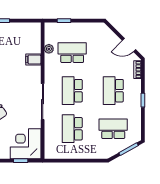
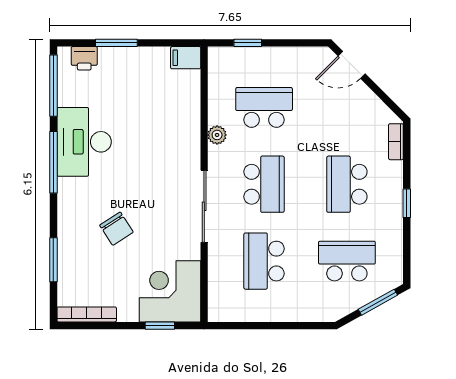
door: (129, 45) -> (352, 65), moved
plant: (49, 49) -> (217, 135), moved
filing cabinet: (33, 59) -> (186, 58), moved
school desk: (72, 91) -> (264, 184), turned 180

